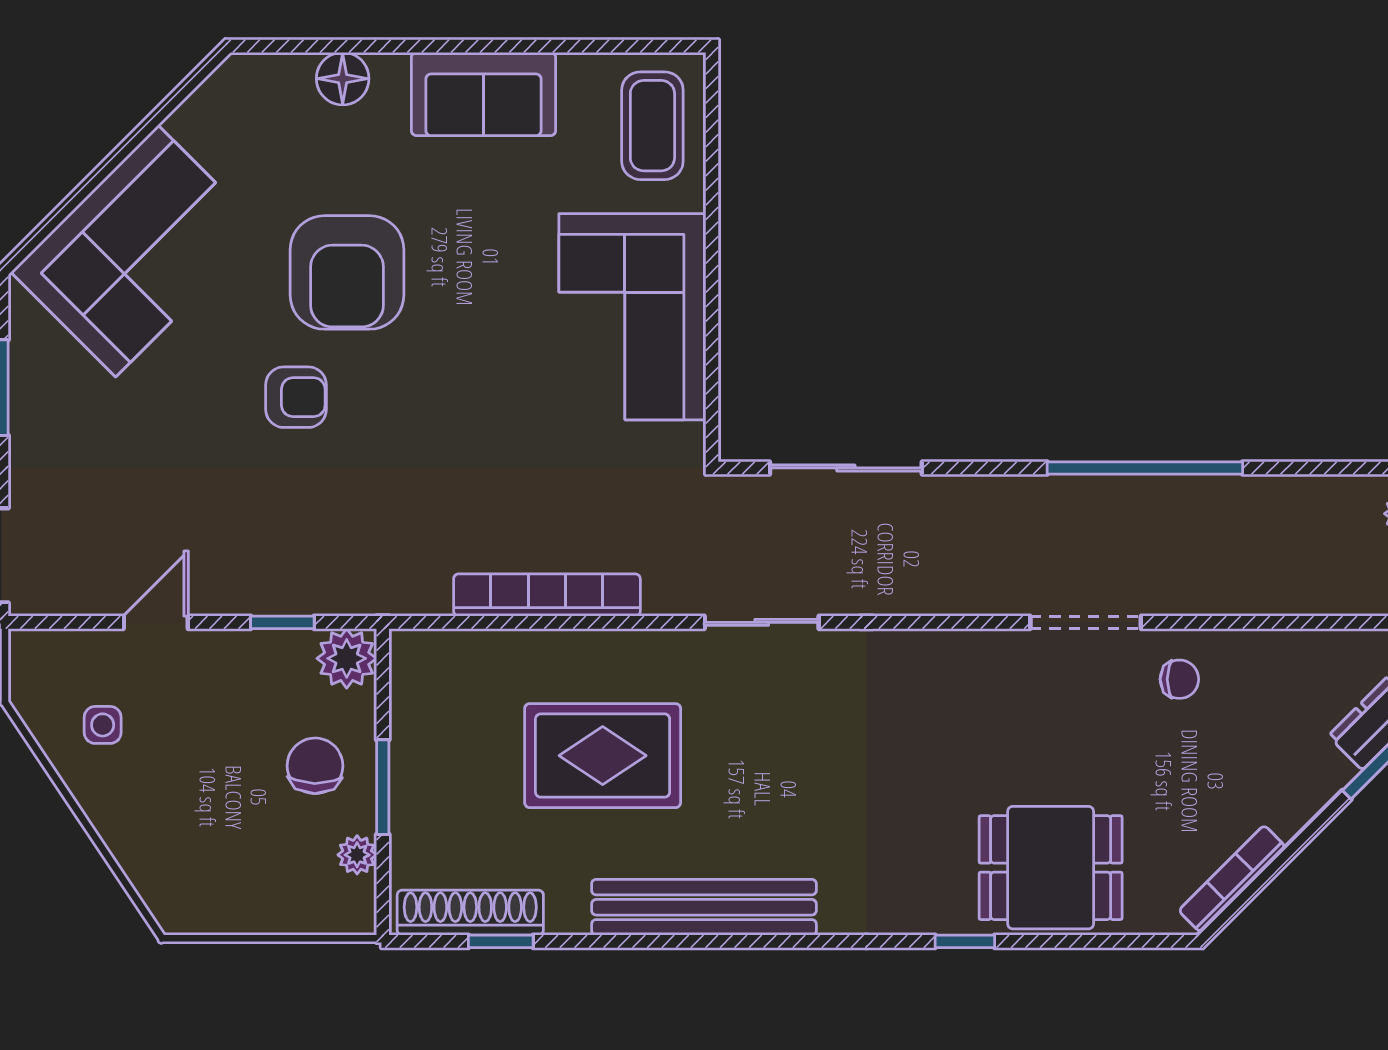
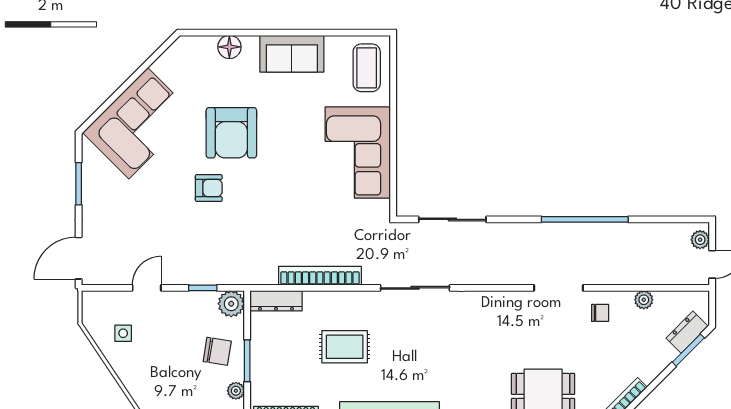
sliding door: (762, 622) -> (415, 288), width x1.37
plant: (1278, 649) -> (644, 300), added
dresser: (448, 652) -> (276, 301), added
rug: (603, 756) -> (345, 347), width x0.73, depth x0.70
chair: (315, 766) -> (217, 351), turned 98

